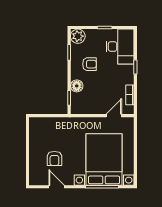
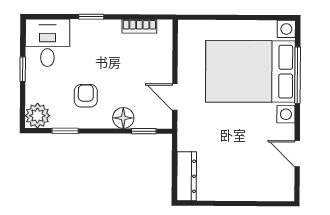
desk: (120, 47) -> (47, 43), width x0.73
door: (114, 116) -> (175, 97), moved
dresser: (43, 123) -> (187, 176), added
armchair: (54, 158) -> (248, 157), removed
door: (57, 187) -> (297, 154), hinge flipped

